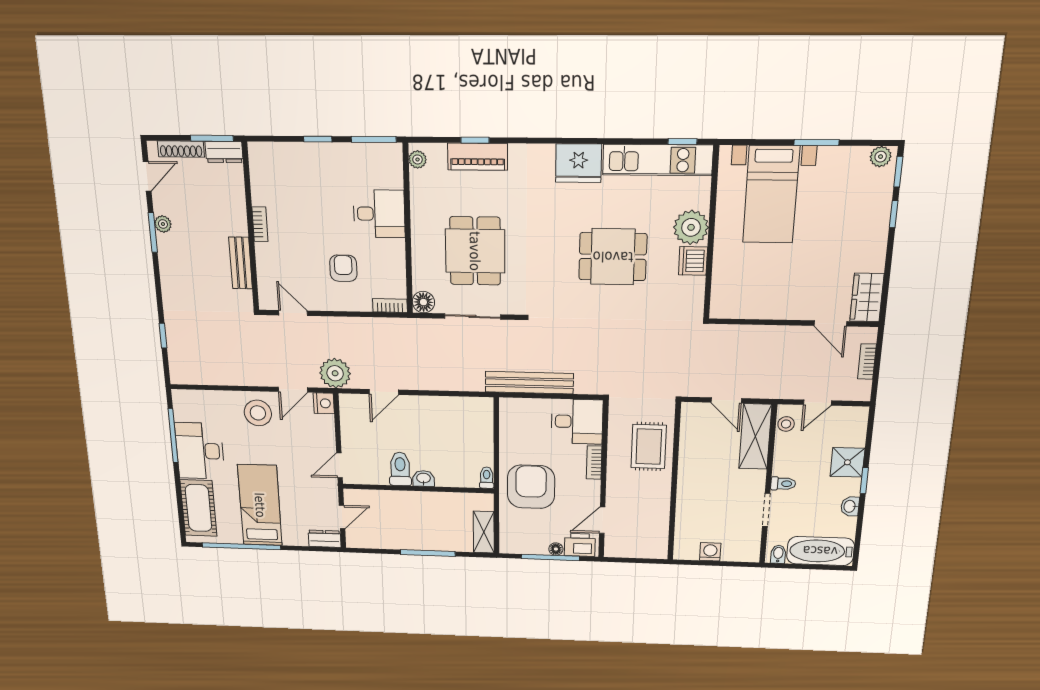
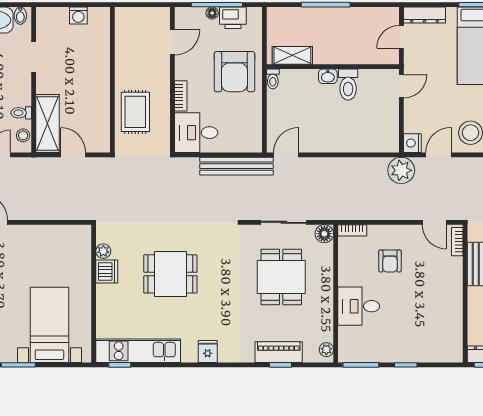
fridge: (579, 163) -> (208, 352), width x0.53, depth x0.75
bookcase: (260, 224) -> (457, 242), moved
plant: (691, 227) -> (103, 251), moved, width x0.53, depth x0.53
door: (384, 392) -> (286, 155), moved
toilet: (783, 484) -> (21, 113), moved
shelving: (484, 532) -> (292, 55), moved, turned 90
dresser: (325, 539) -> (424, 15), width x1.44
printer: (580, 545) -> (233, 18), moved

